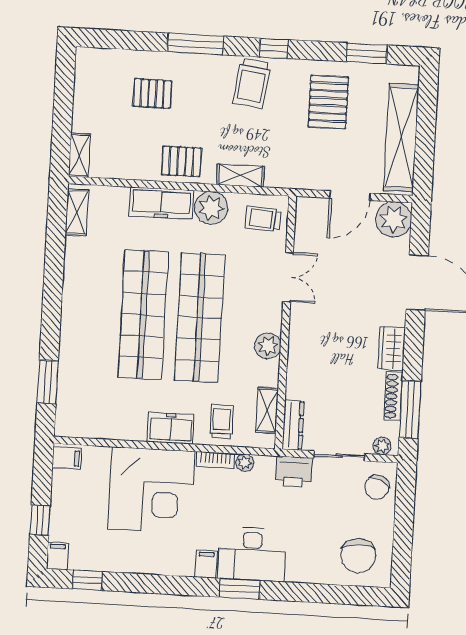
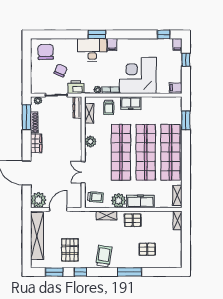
window: (274, 48) -> (80, 272), moved
shop shelf: (87, 311) -> (170, 152), added
chair: (377, 487) -> (61, 70), moved

